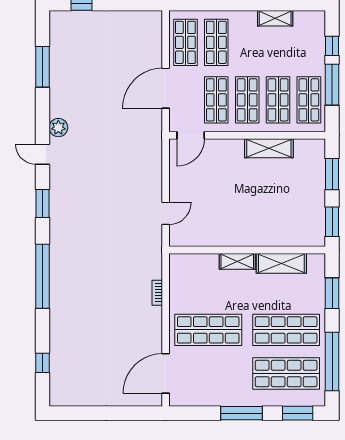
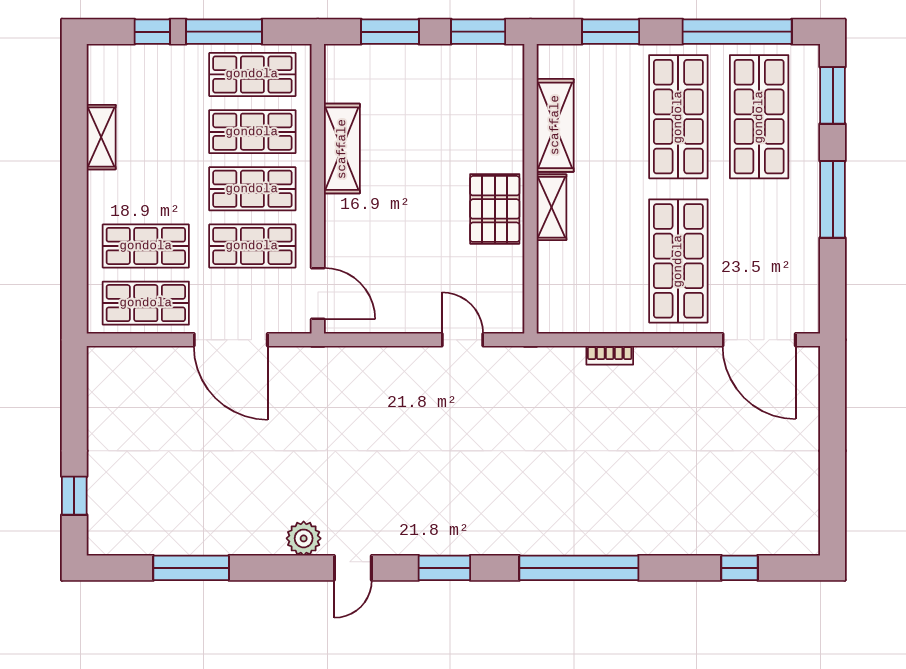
pallet: (236, 231) -> (495, 209), added

